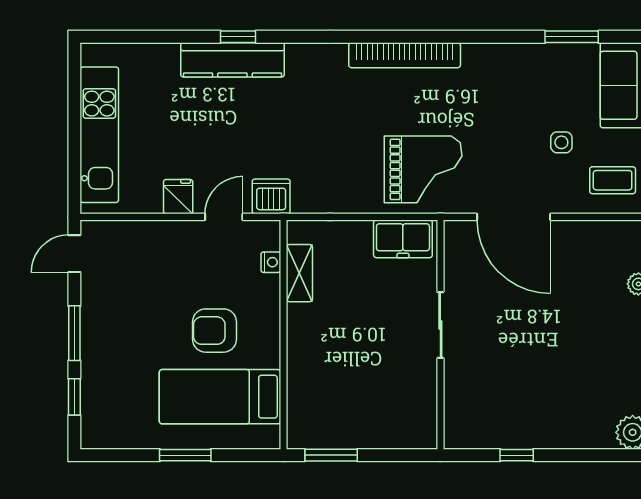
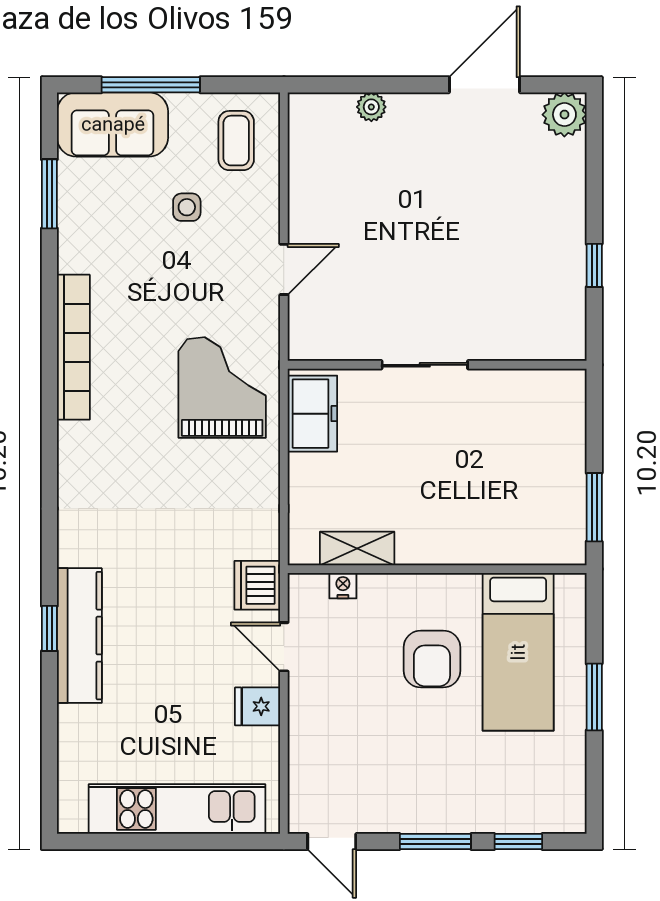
bookcase: (405, 55) -> (73, 347), moved
door: (514, 217) -> (284, 269), width x0.53

